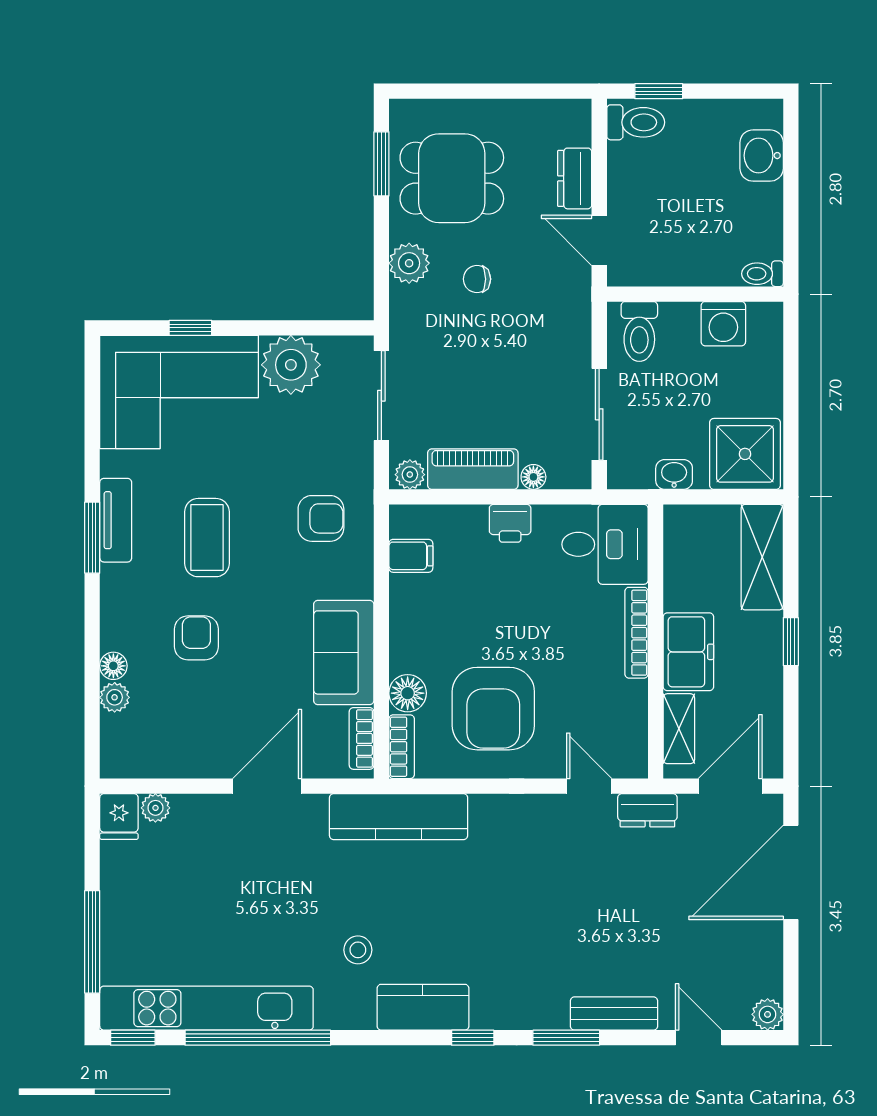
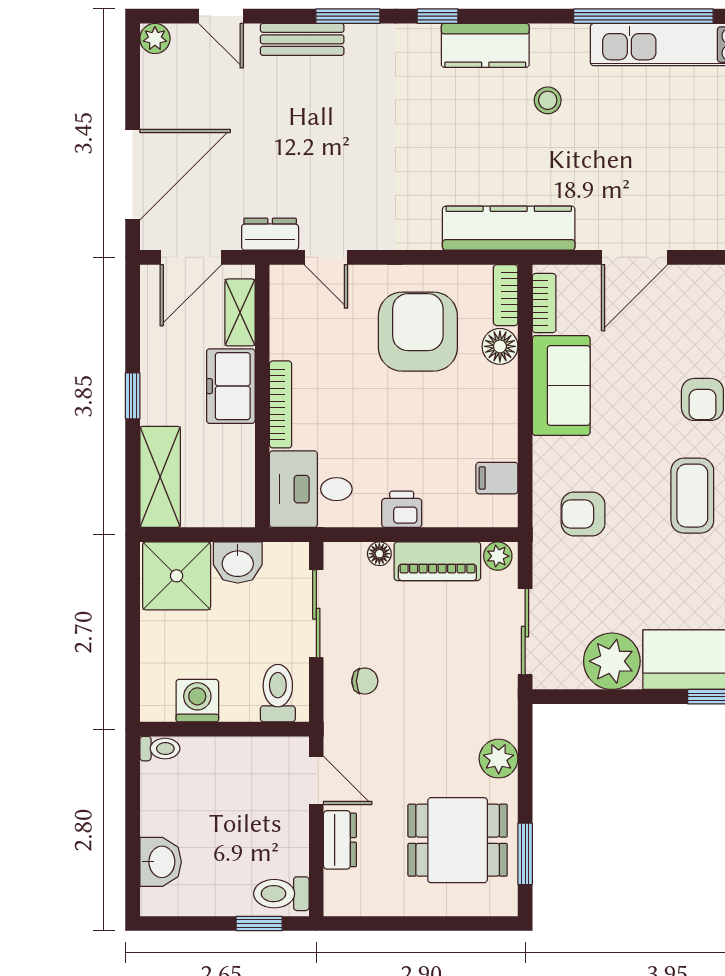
chair: (477, 279) -> (365, 681), moved
washbasin: (674, 474) -> (238, 562), width x1.38, depth x1.45

